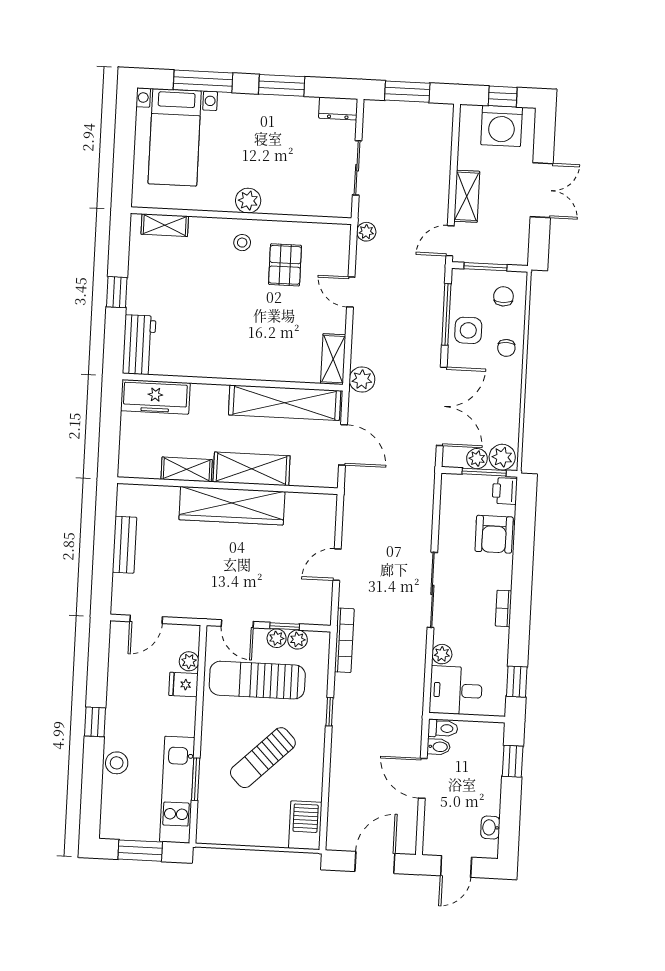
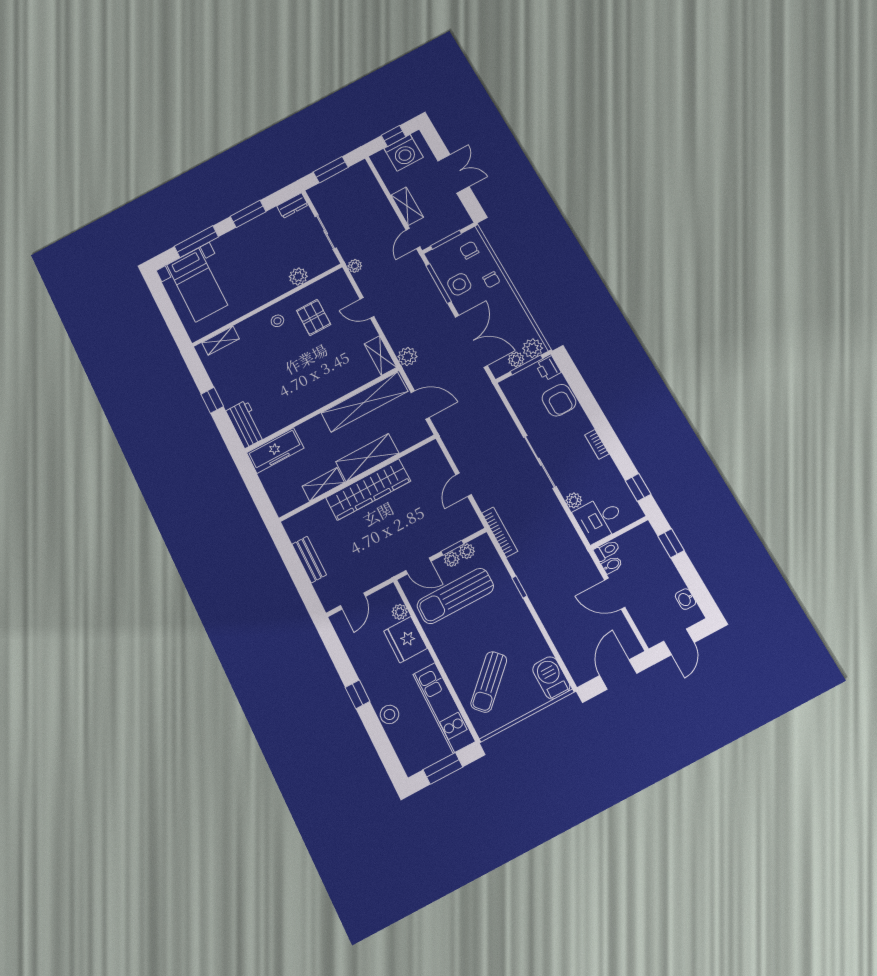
plant: (248, 201) -> (298, 277), moved
fridge: (183, 684) -> (405, 640), width x1.88, depth x1.34
sun lounger: (263, 758) -> (489, 682), moved
window: (196, 779) -> (453, 692), removed

